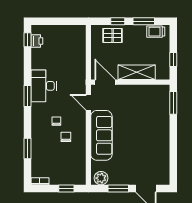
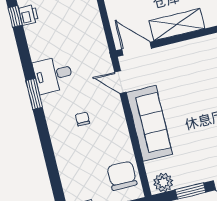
desk: (44, 86) -> (53, 75), width x0.73
chair: (66, 137) -> (122, 176), moved, width x1.87, depth x1.87
window: (27, 148) -> (52, 166), removed

